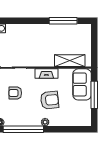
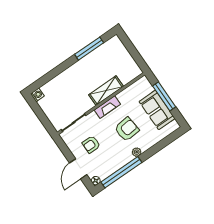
shelving: (70, 61) -> (106, 91), moved
sofa: (82, 84) -> (157, 110), moved

